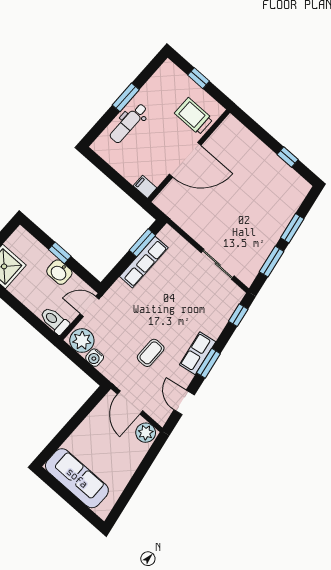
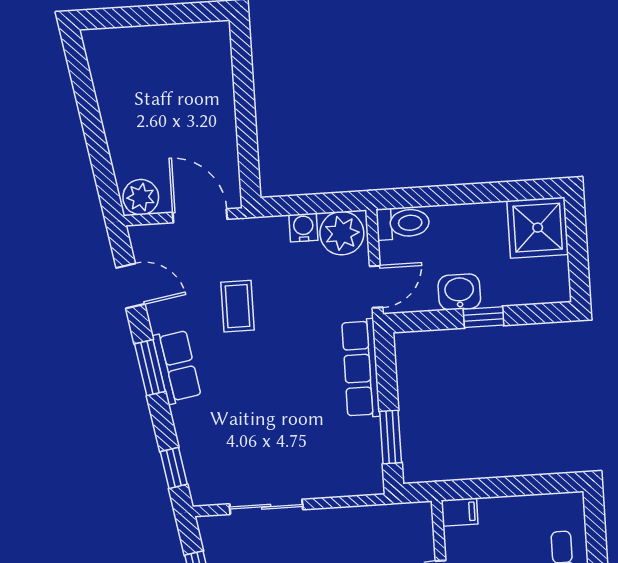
row of seats: (144, 262) -> (361, 368), moved
sofa: (77, 478) -> (170, 50), removed

